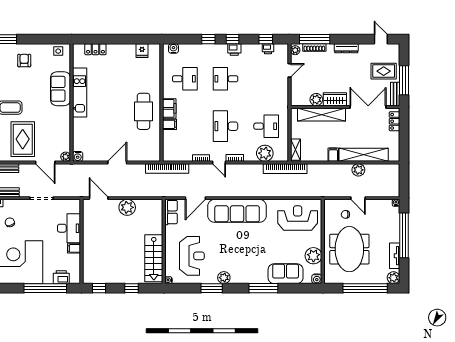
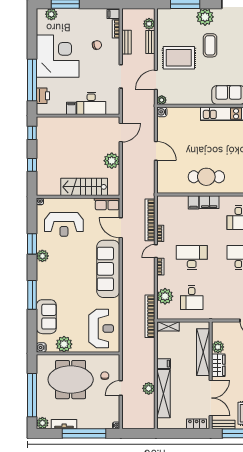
bookcase: (167, 169) -> (150, 220), moved
stairs: (154, 258) -> (84, 187), moved

